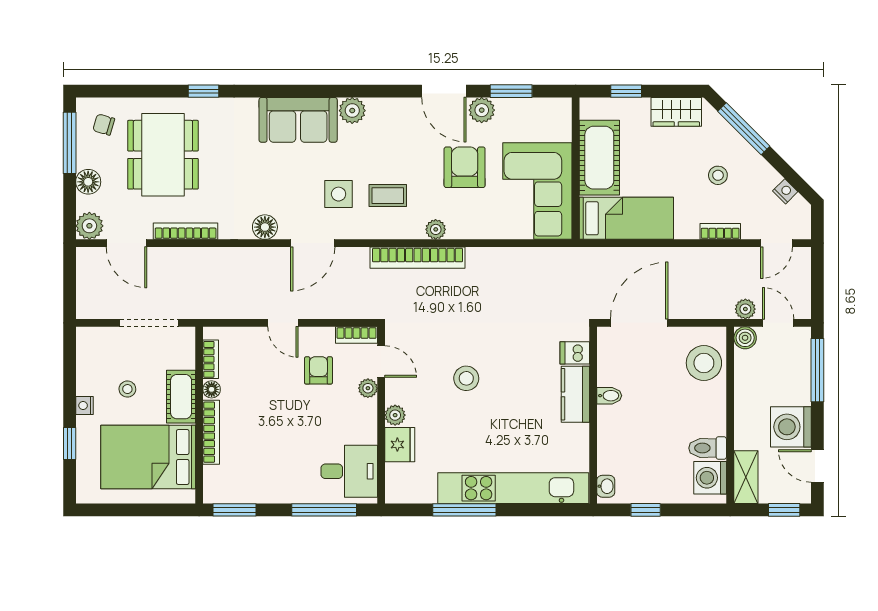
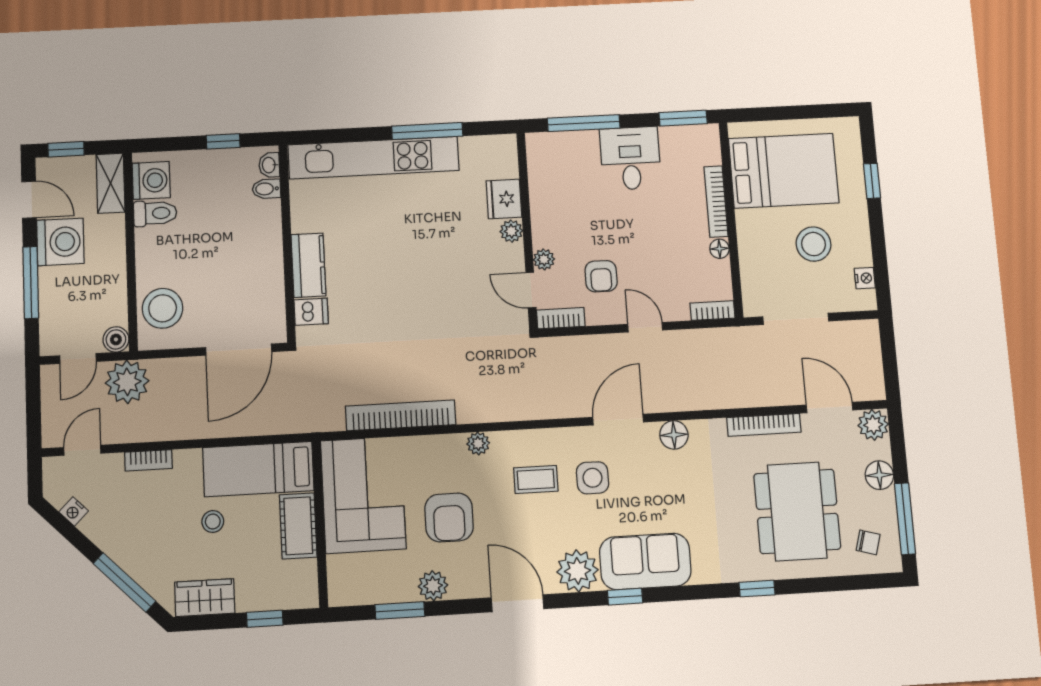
window: (318, 91) -> (625, 597), added
door: (444, 91) -> (518, 603), moved
plant: (352, 111) -> (578, 571), width x1.36, depth x1.36
cot: (599, 158) -> (298, 526), width x0.73, depth x0.75
stool: (718, 175) -> (213, 522), moved
bookcase: (418, 258) -> (401, 415), moved
plant: (745, 309) -> (127, 382), width x1.88, depth x1.88
door: (778, 323) -> (78, 359), hinge flipped
bookcase: (211, 359) -> (712, 311), moved, turned 90
window: (817, 370) -> (31, 282), moved
stool: (466, 378) -> (433, 276), removed
stool: (127, 389) -> (813, 244), width x1.89, depth x1.89
bidet: (609, 396) -> (266, 189), moved
cot: (181, 397) -> (753, 239), removed
nightstand: (84, 406) -> (865, 278), moved
desk: (349, 471) -> (630, 158), moved, turned 90

